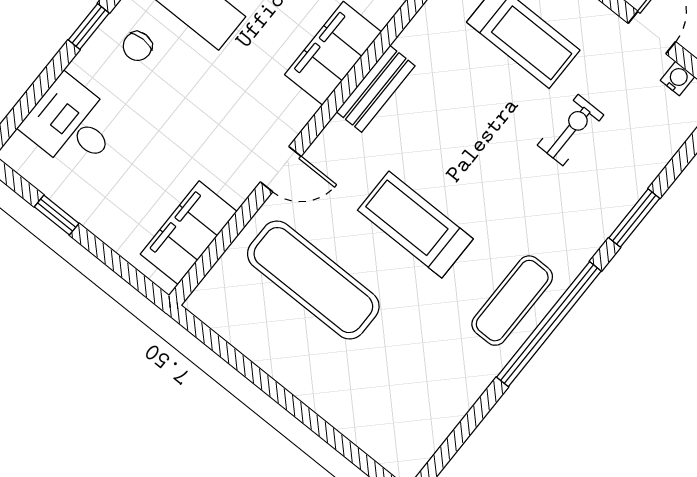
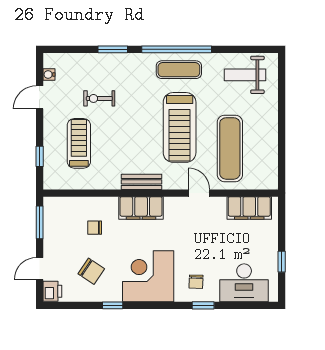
chair: (137, 46) -> (196, 282), turned 92
desk: (72, 124) -> (244, 283), width x1.37
treadmill: (415, 225) -> (180, 127), width x1.37, depth x1.38
weight bench: (415, 404) -> (245, 75), added

